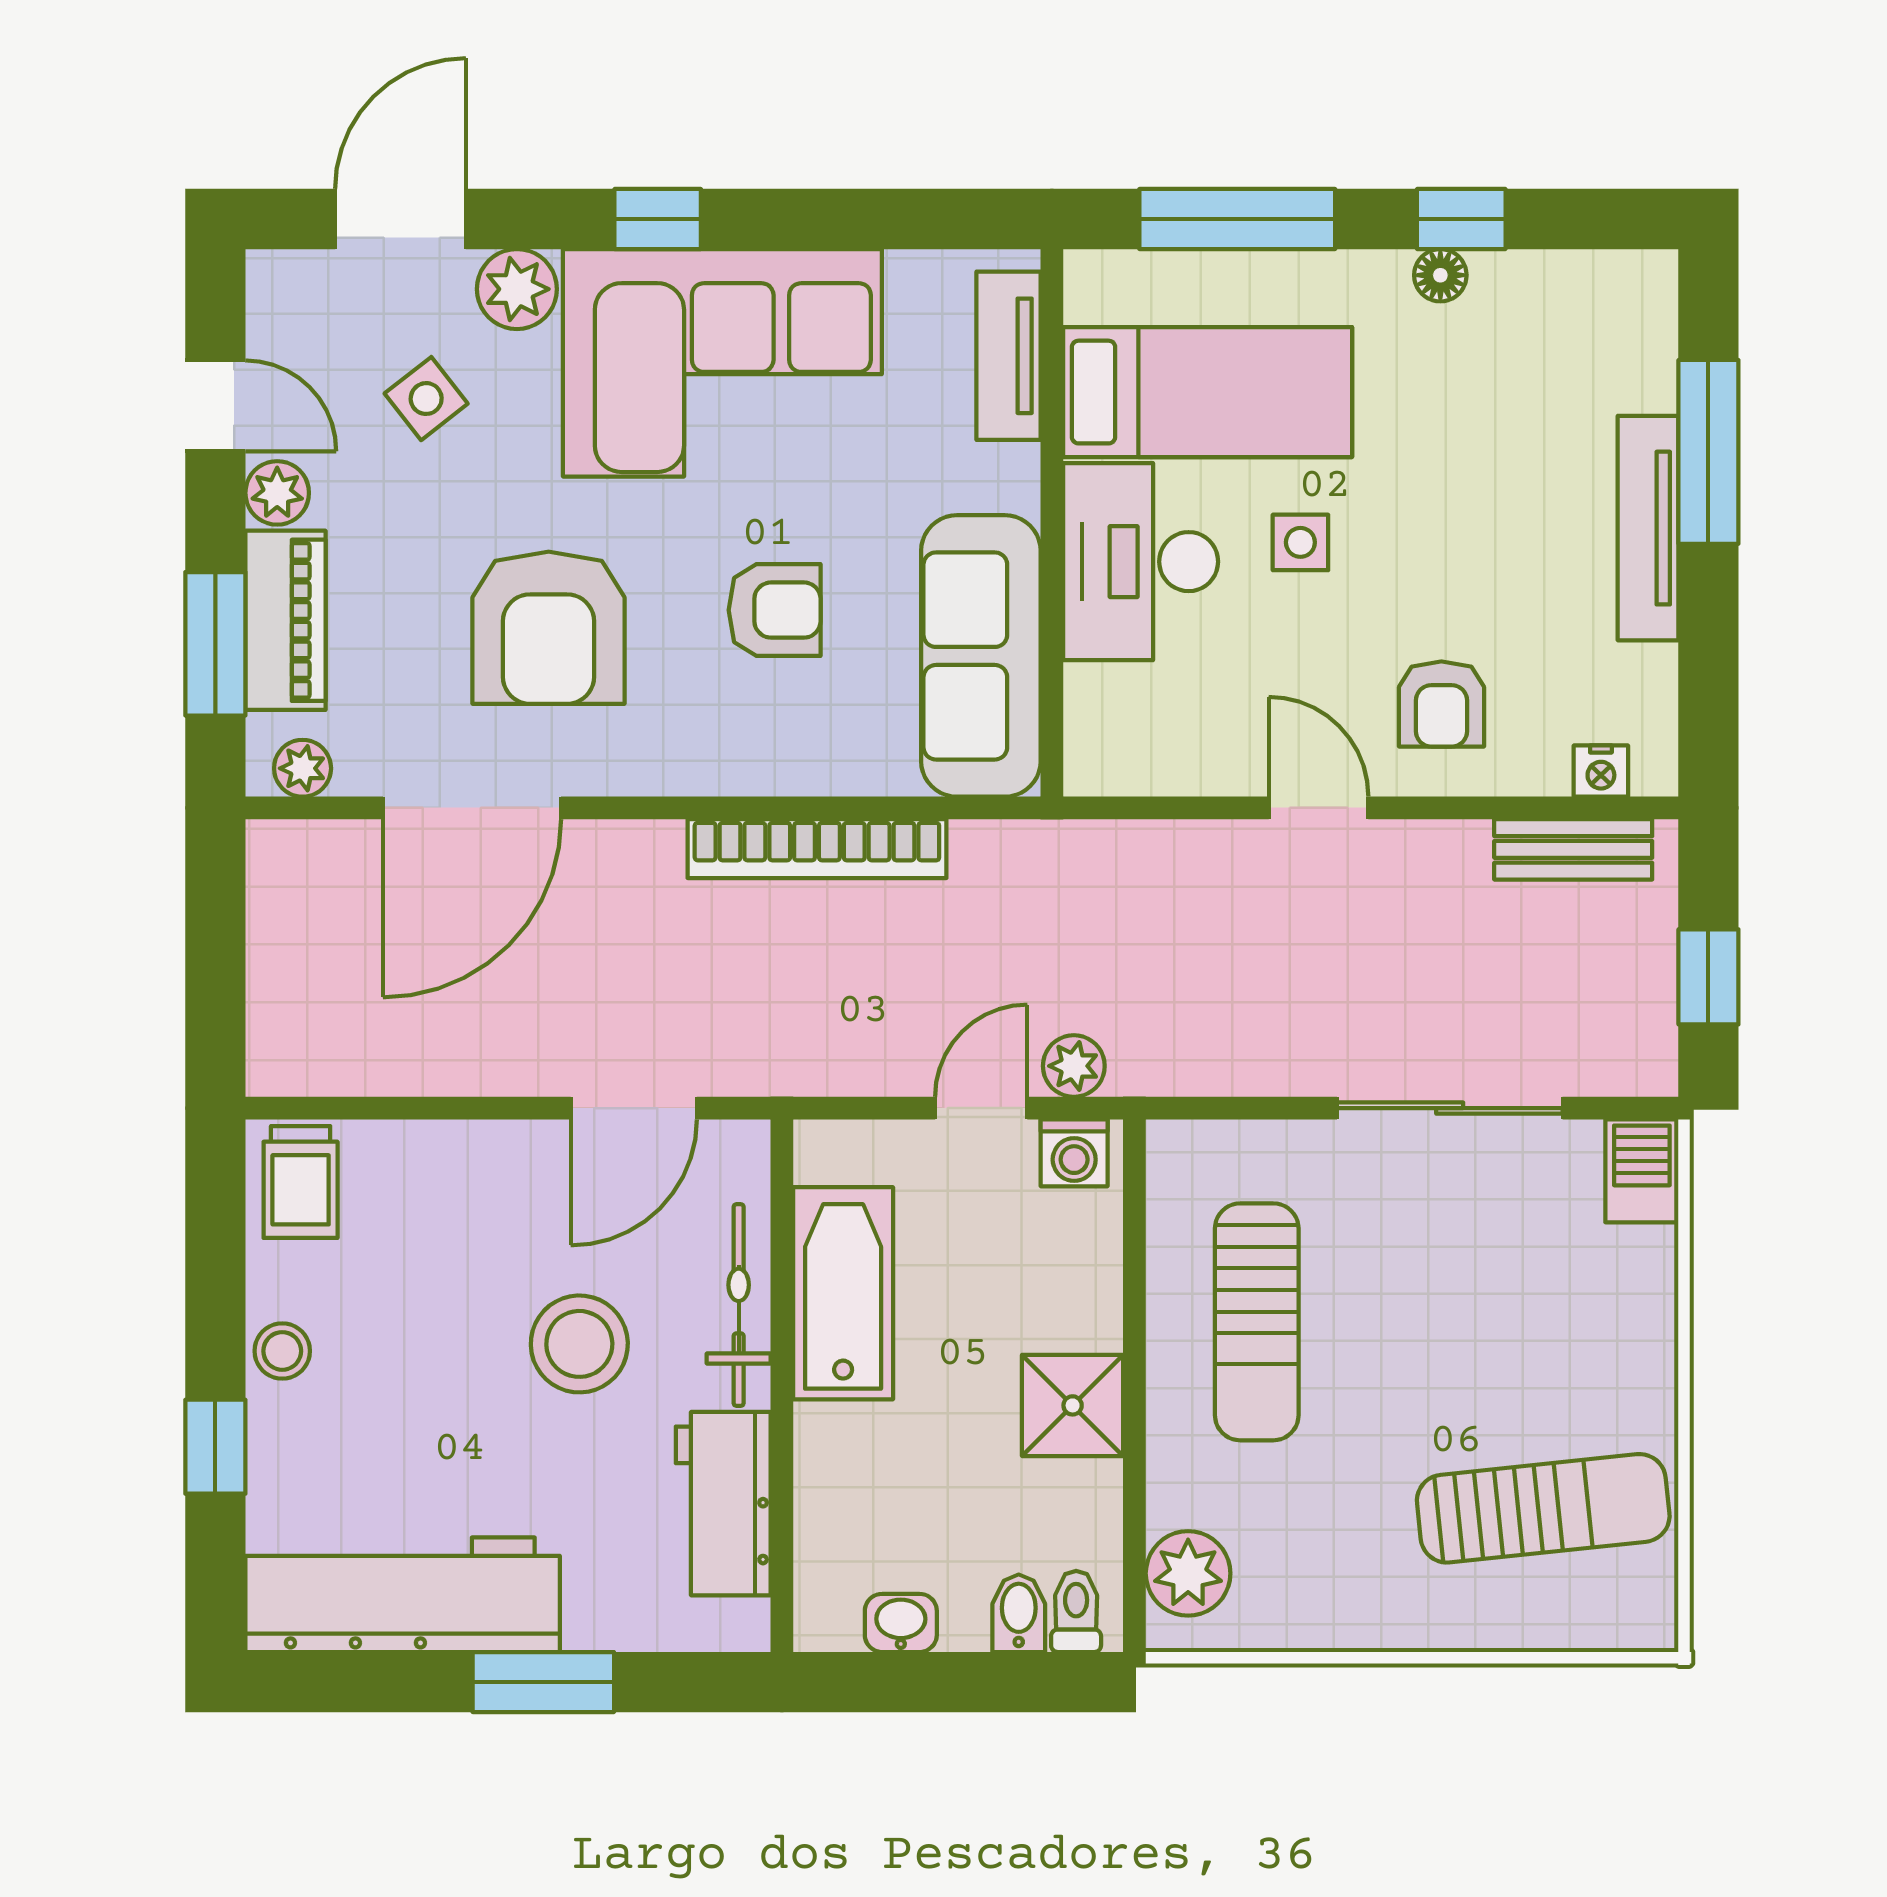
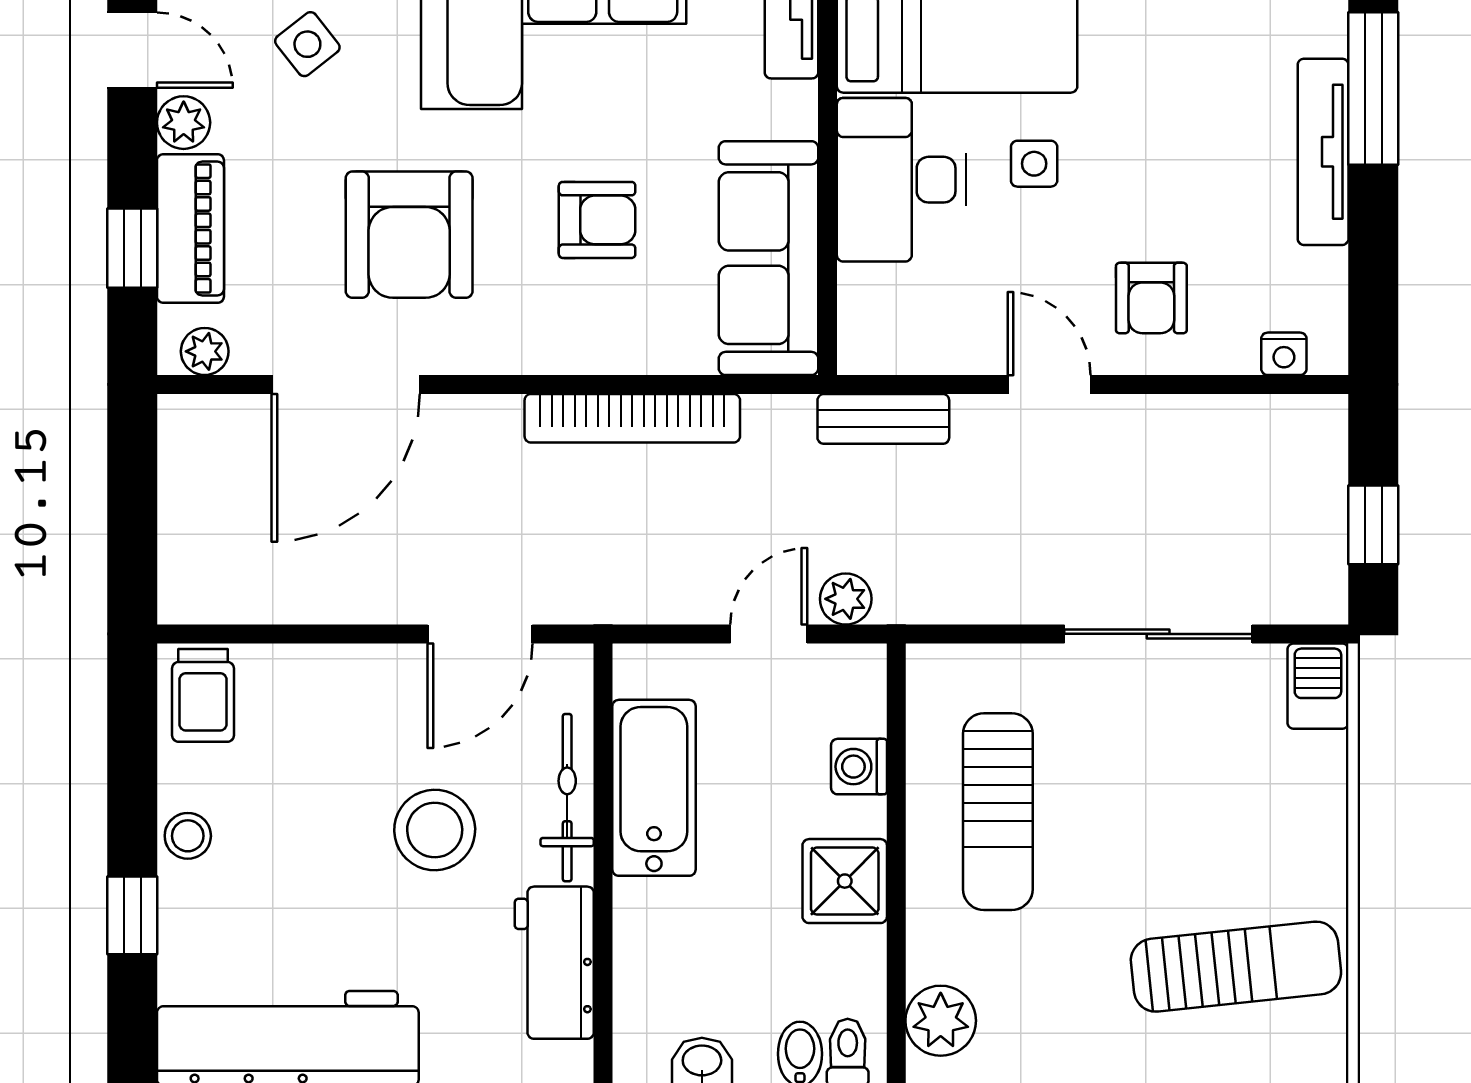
window: (215, 644) -> (132, 248), width x0.67
bench: (1573, 849) -> (883, 419), moved
washing machine: (1074, 1153) -> (859, 767), moved, turned 90

